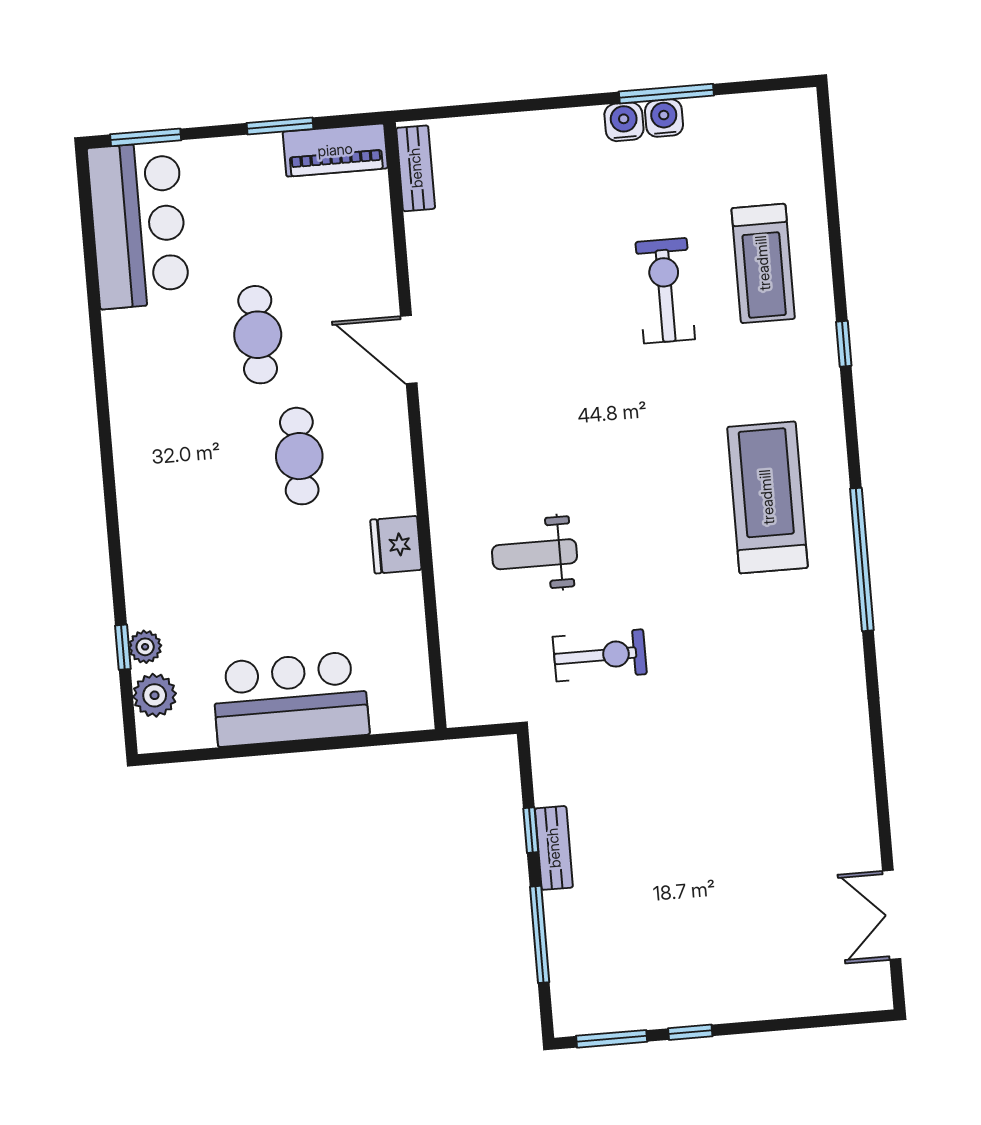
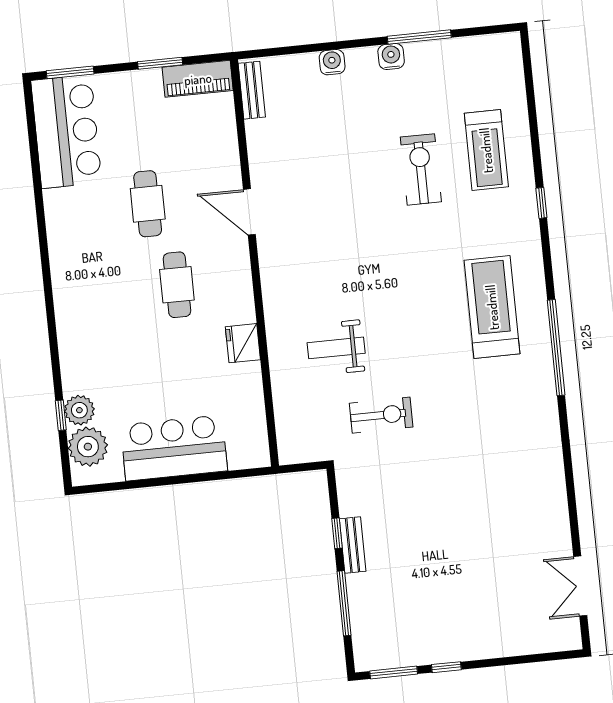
water cooler: (664, 118) -> (332, 62), moved
plant: (145, 647) -> (79, 410), width x1.38, depth x1.38
plant: (155, 695) -> (88, 447), width x1.36, depth x1.36

